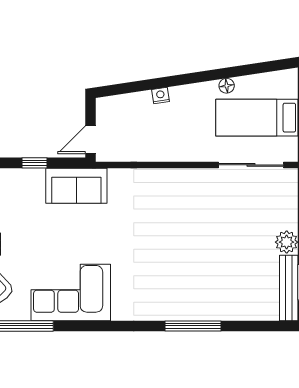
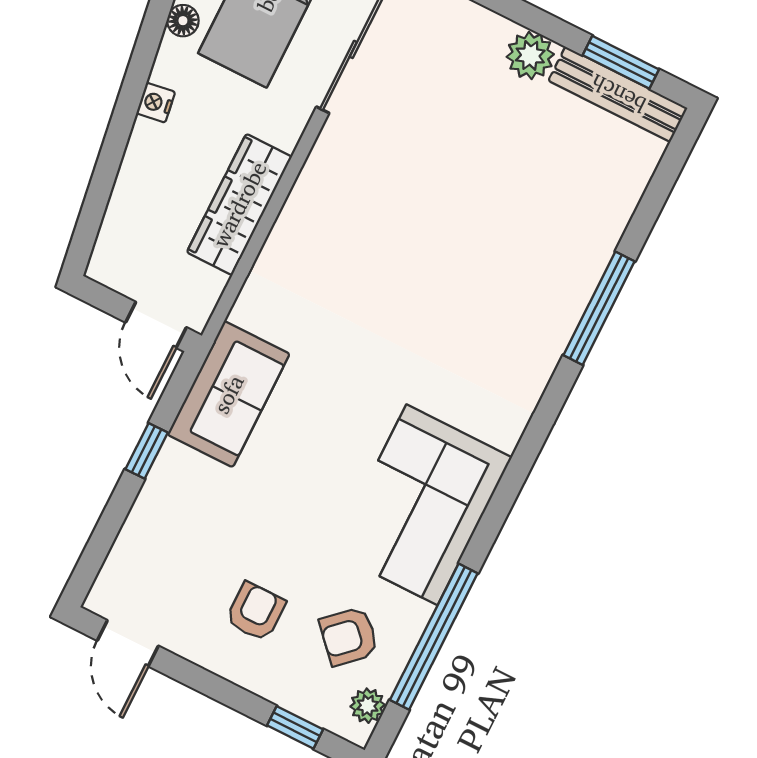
nightstand: (161, 96) -> (156, 103), moved
wardrobe: (160, 150) -> (239, 204), added

